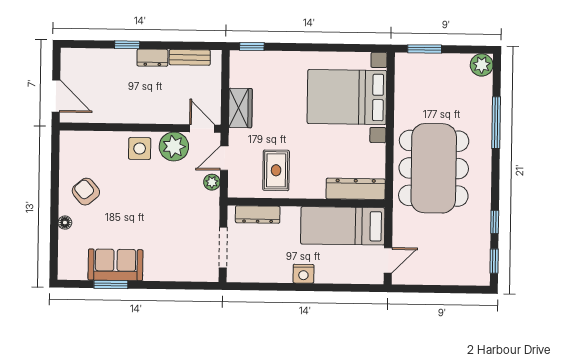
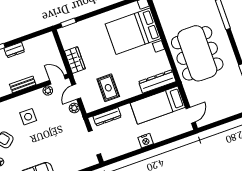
bench: (190, 57) -> (23, 84), moved
plant: (174, 147) -> (48, 91), width x0.53, depth x0.53
side table: (140, 148) -> (28, 117), moved

